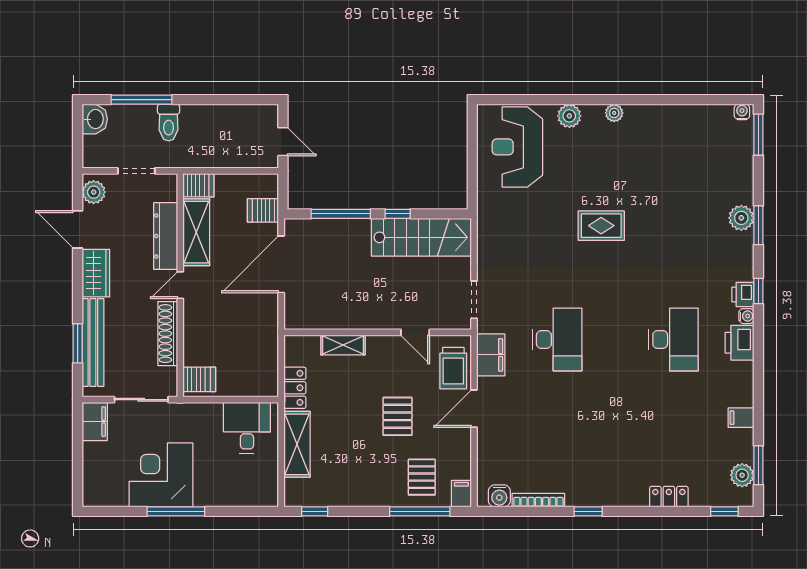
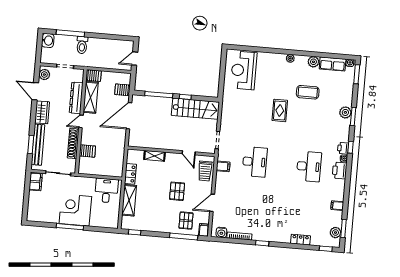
plant: (569, 116) -> (313, 62), moved
row of seats: (705, 117) -> (333, 64), added
door: (283, 142) -> (135, 59), swing flipped
coffee table: (657, 182) -> (308, 92), added
rug: (601, 226) -> (280, 110), turned 90
filing cabinet: (491, 355) -> (223, 166), width x0.50
server rack: (199, 379) -> (87, 151), moved
door: (474, 409) -> (212, 203), moved
corner desk: (161, 475) -> (75, 210), moved

